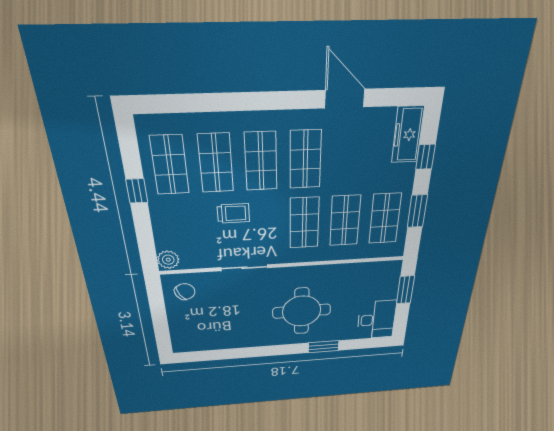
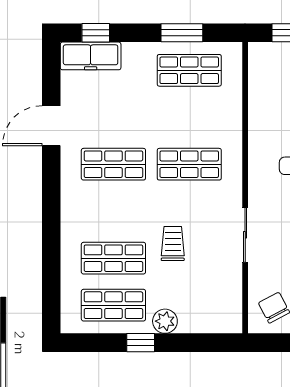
window: (425, 157) -> (96, 33), moved
shop shelf: (261, 161) -> (113, 211), removed
shop shelf: (345, 221) -> (189, 117), removed
plant: (168, 260) -> (165, 321), moved

